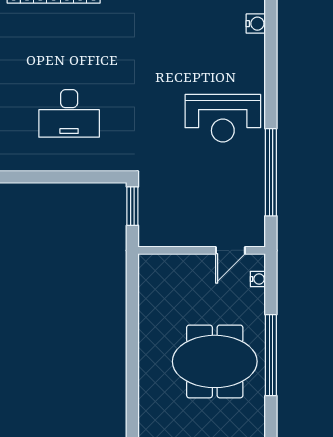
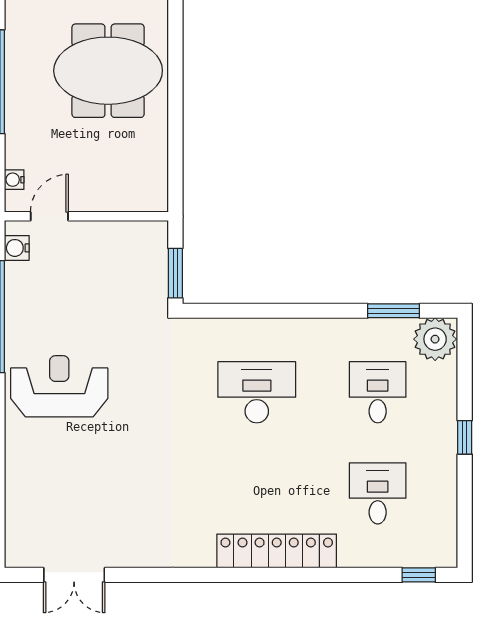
water cooler: (256, 24) -> (17, 248), moved
meeting table: (215, 361) -> (108, 71), moved

